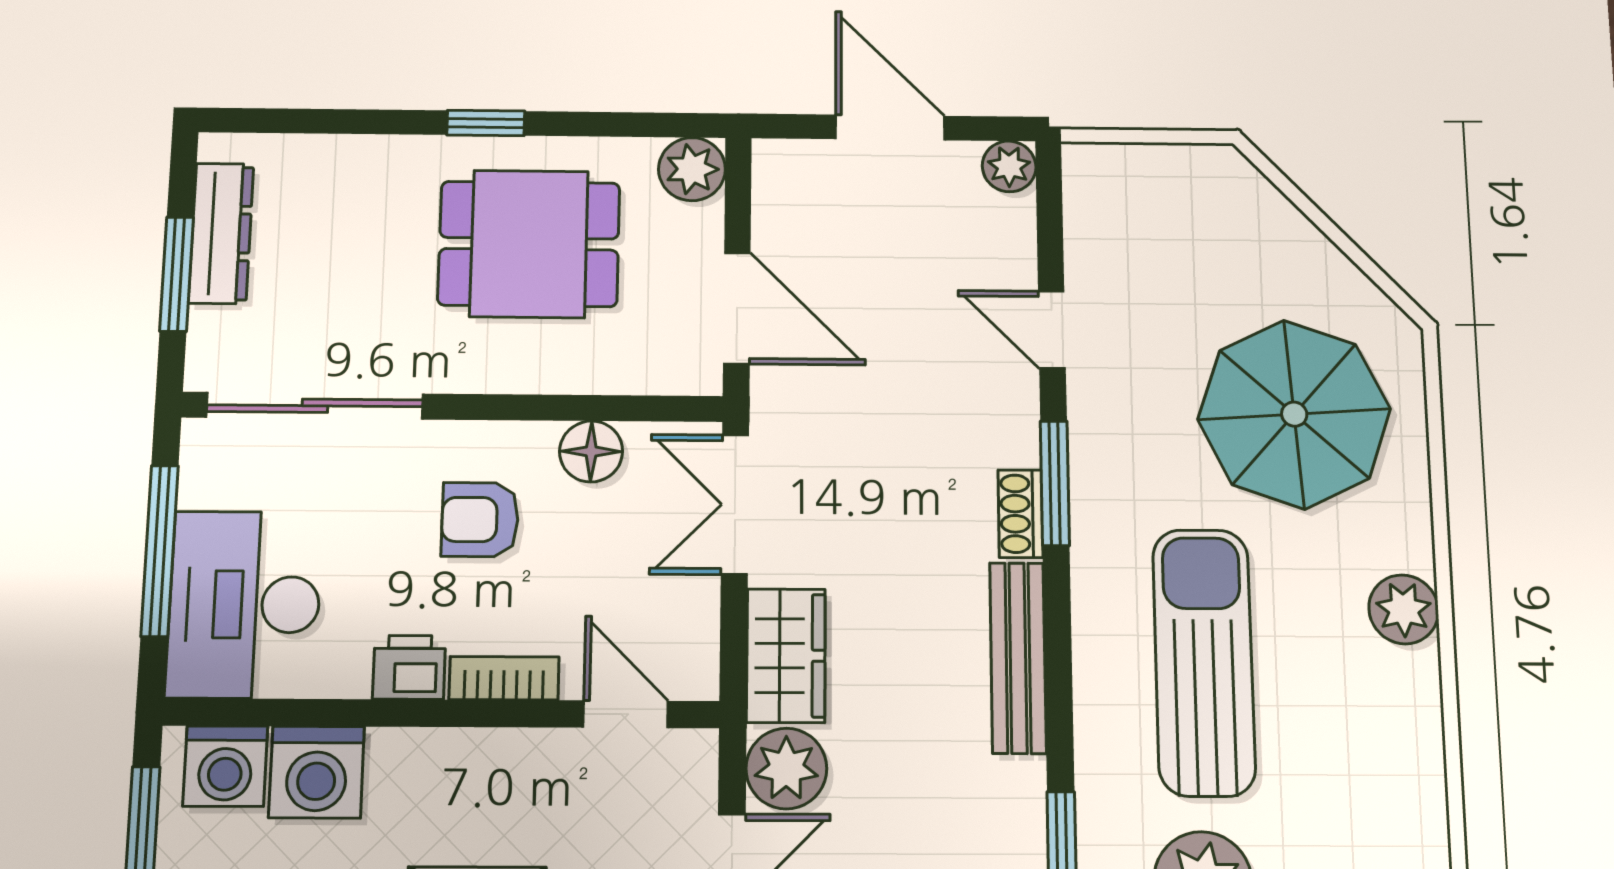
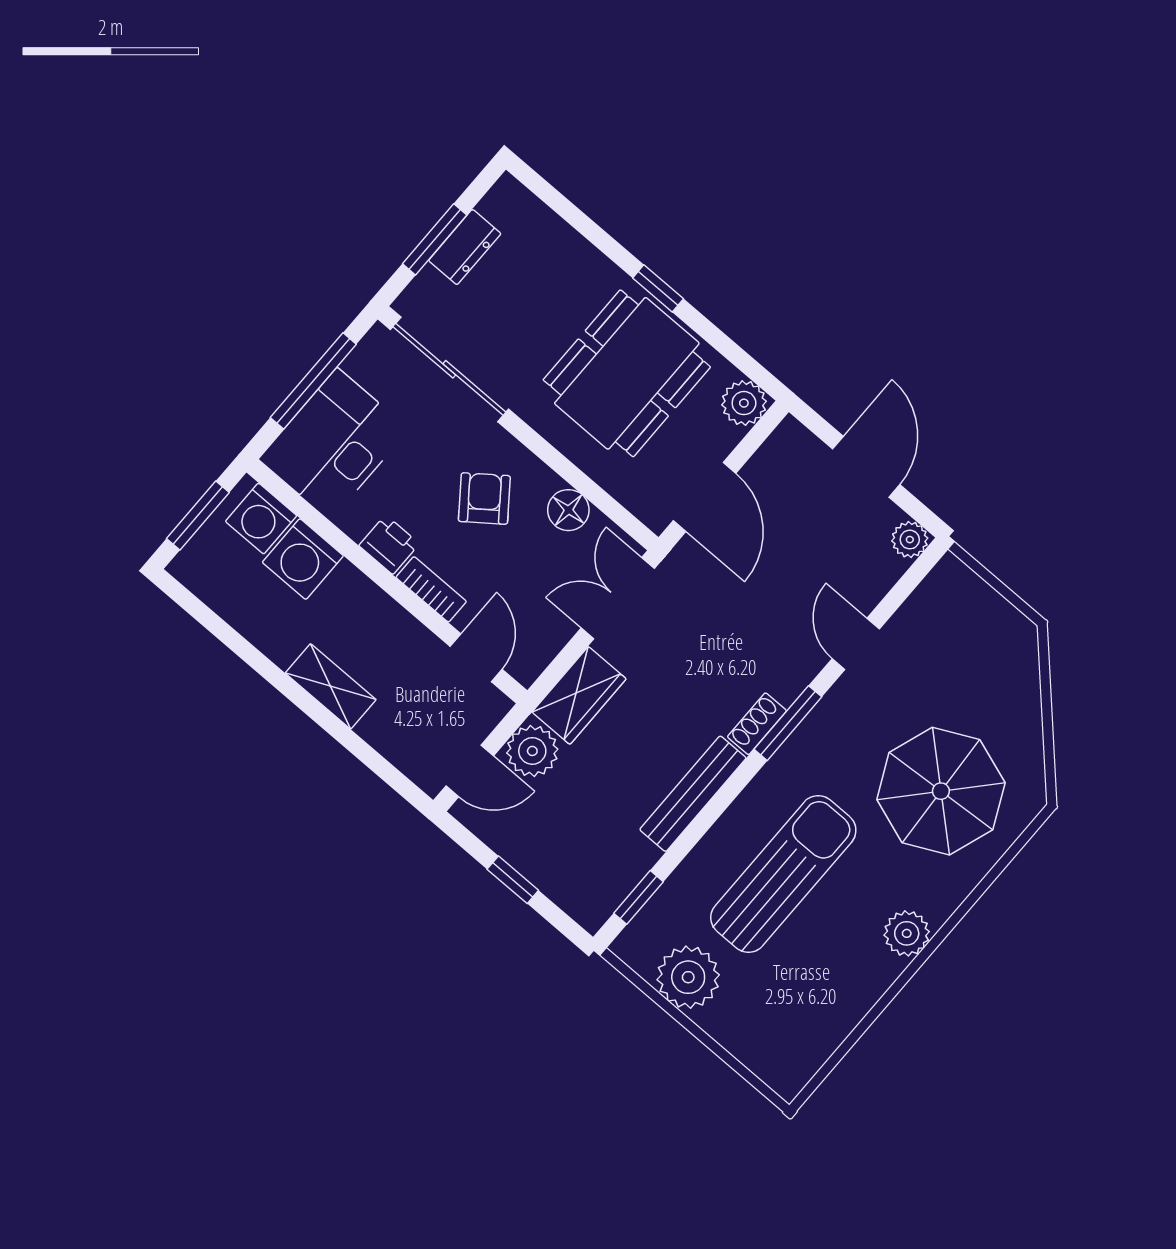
dresser: (221, 233) -> (465, 247), width x0.70
dining table: (529, 244) -> (627, 373), width x1.38
armchair: (480, 520) -> (484, 499), turned 53

